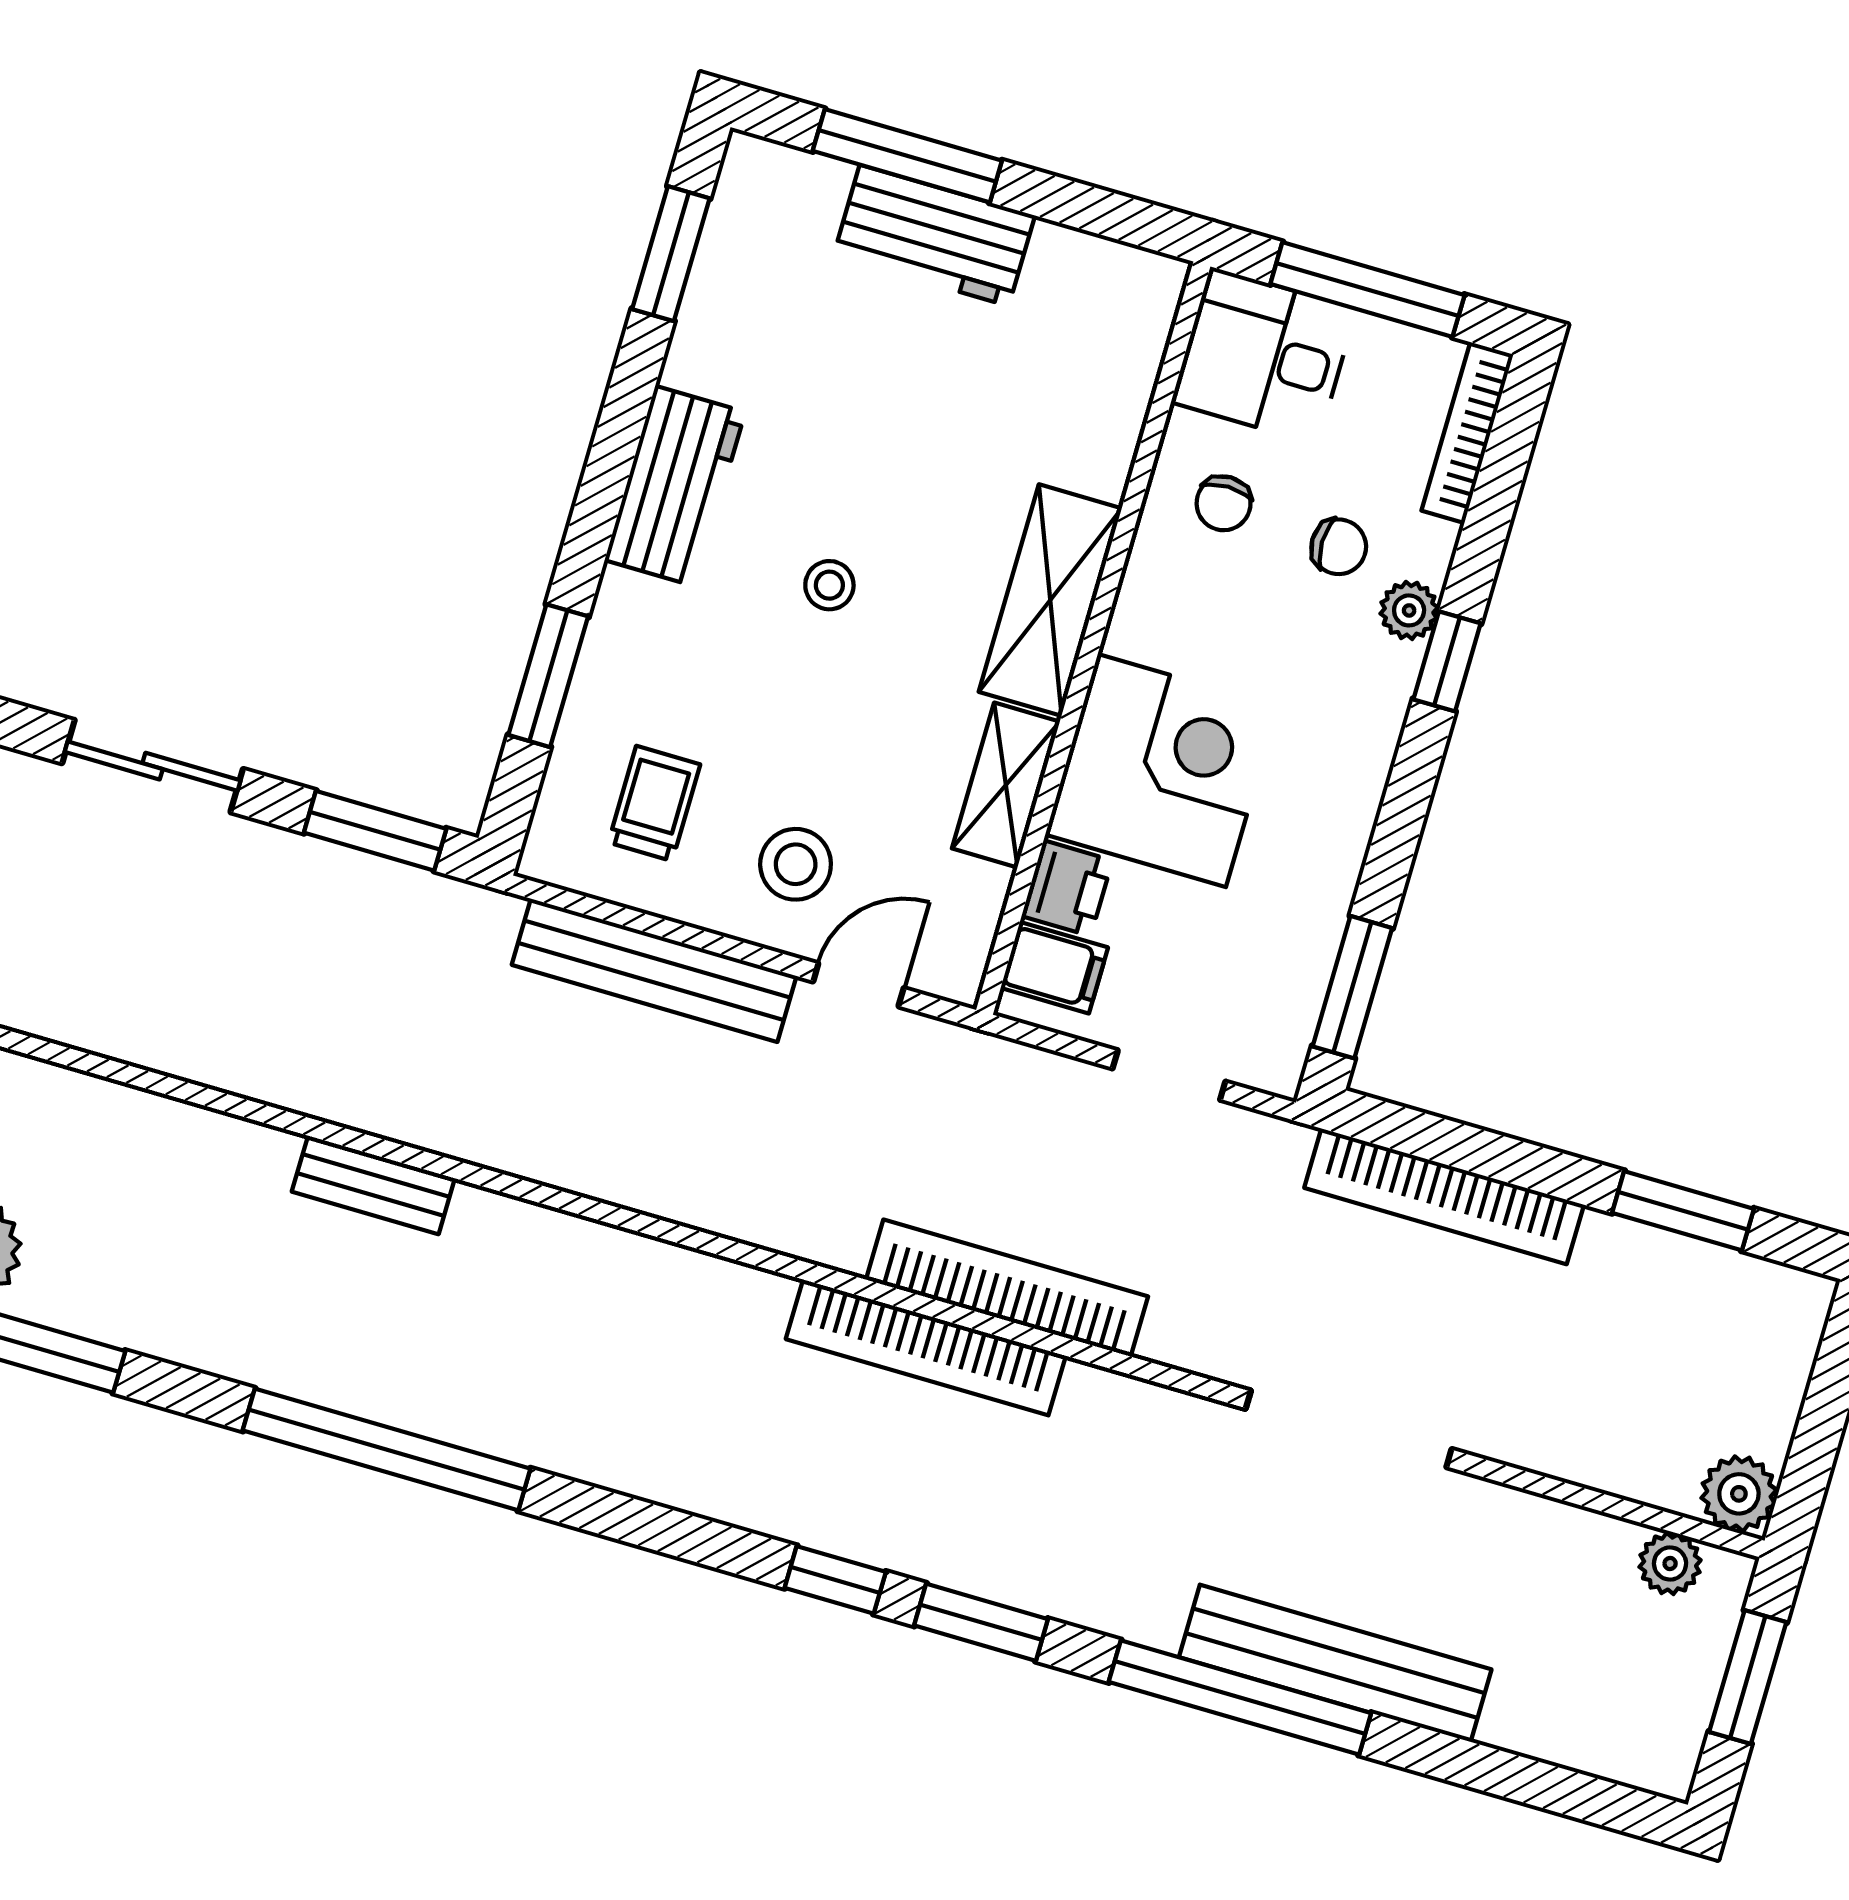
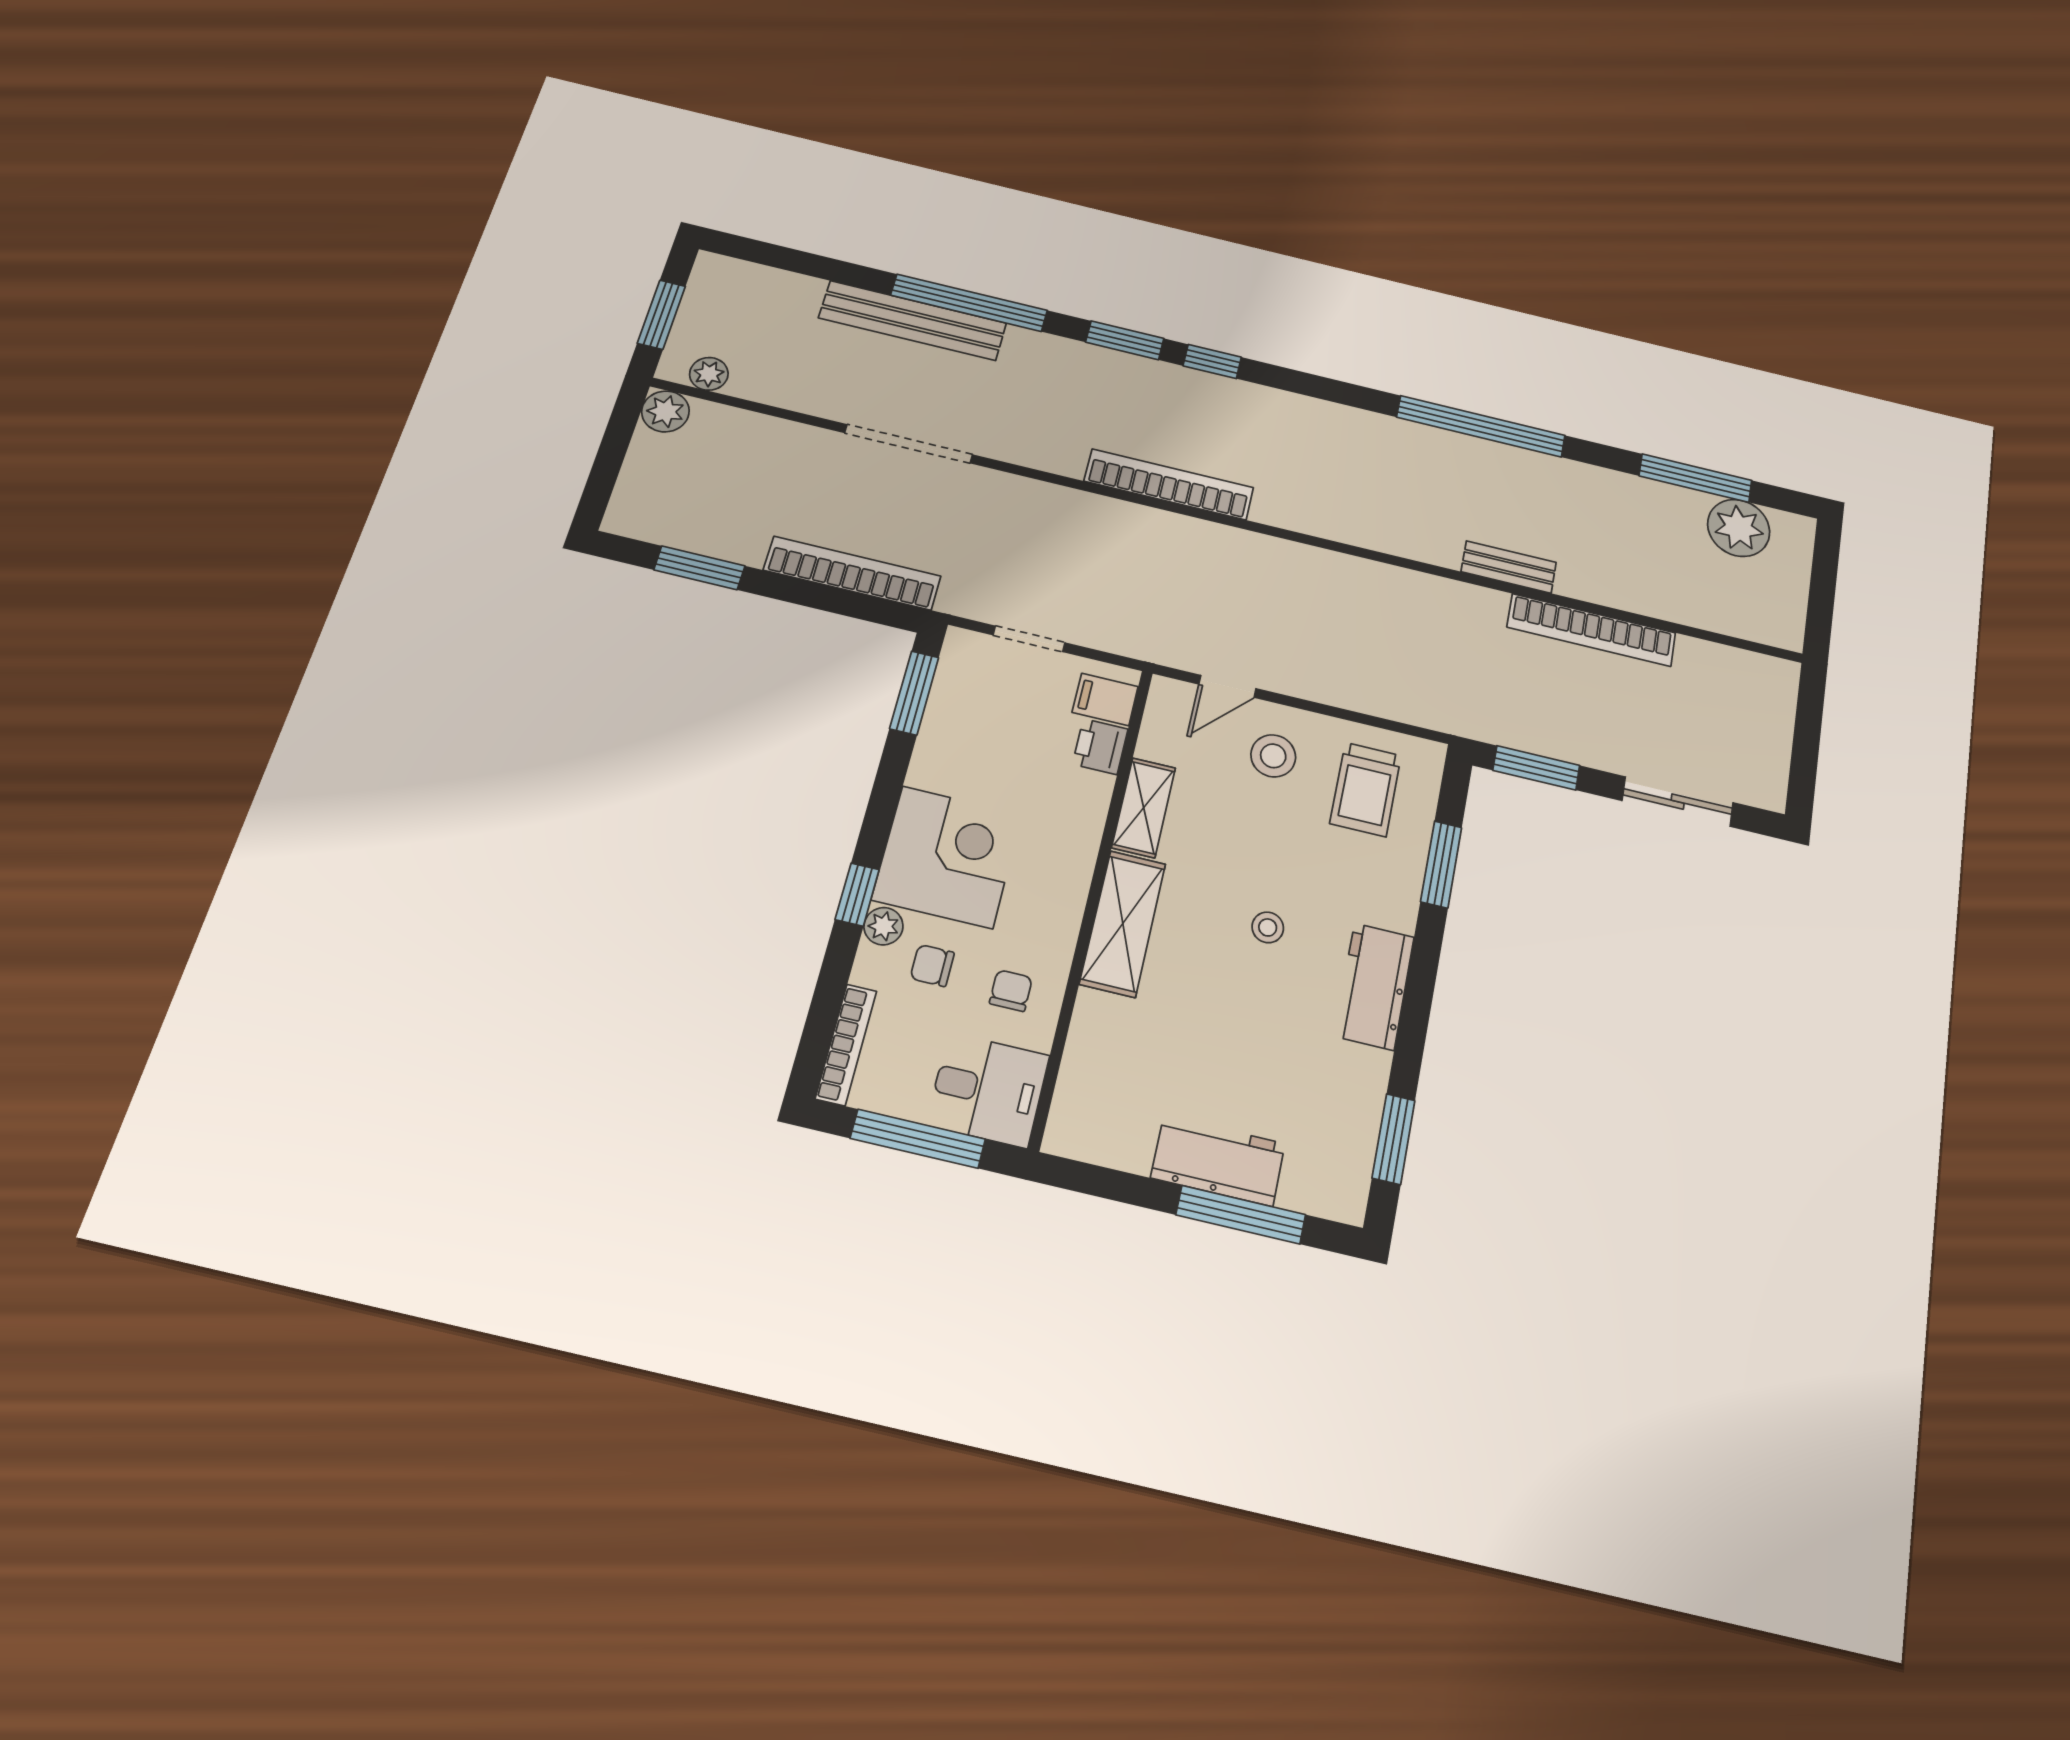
corner desk: (1162, 771) -> (947, 857), moved, turned 180
trolley: (654, 803) -> (1366, 789), width x1.36, depth x1.39
bench: (654, 970) -> (1355, 691), removed
bookcase: (1007, 1288) -> (1591, 630), moved

